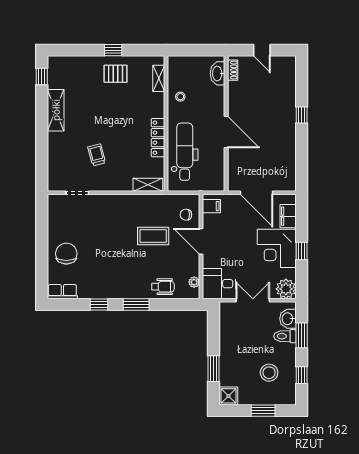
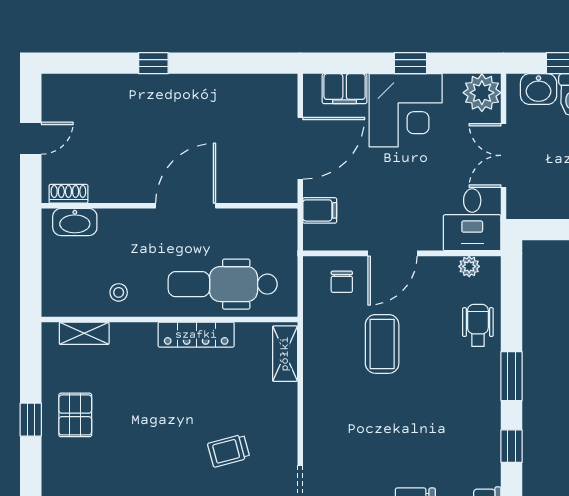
filing cabinet: (211, 206) -> (320, 210), moved, turned 90

